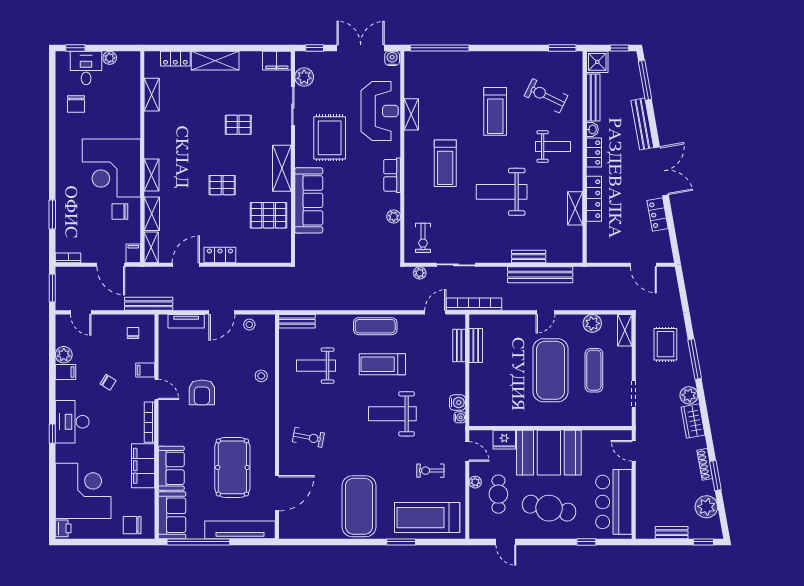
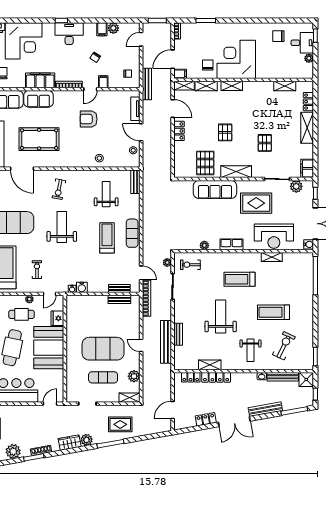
locker: (594, 153) -> (191, 377), moved
weight bench: (392, 414) -> (62, 227), moved

